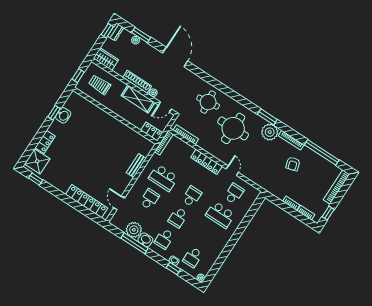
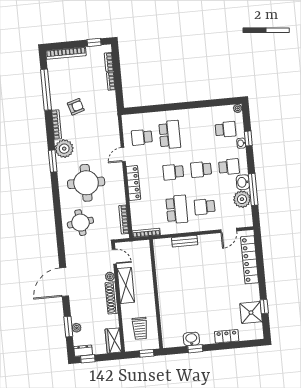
locker: (152, 132) -> (145, 251), removed
shower: (37, 161) -> (251, 313), moved
window: (36, 179) -> (264, 307), moved
school desk: (178, 218) -> (201, 169), turned 180

